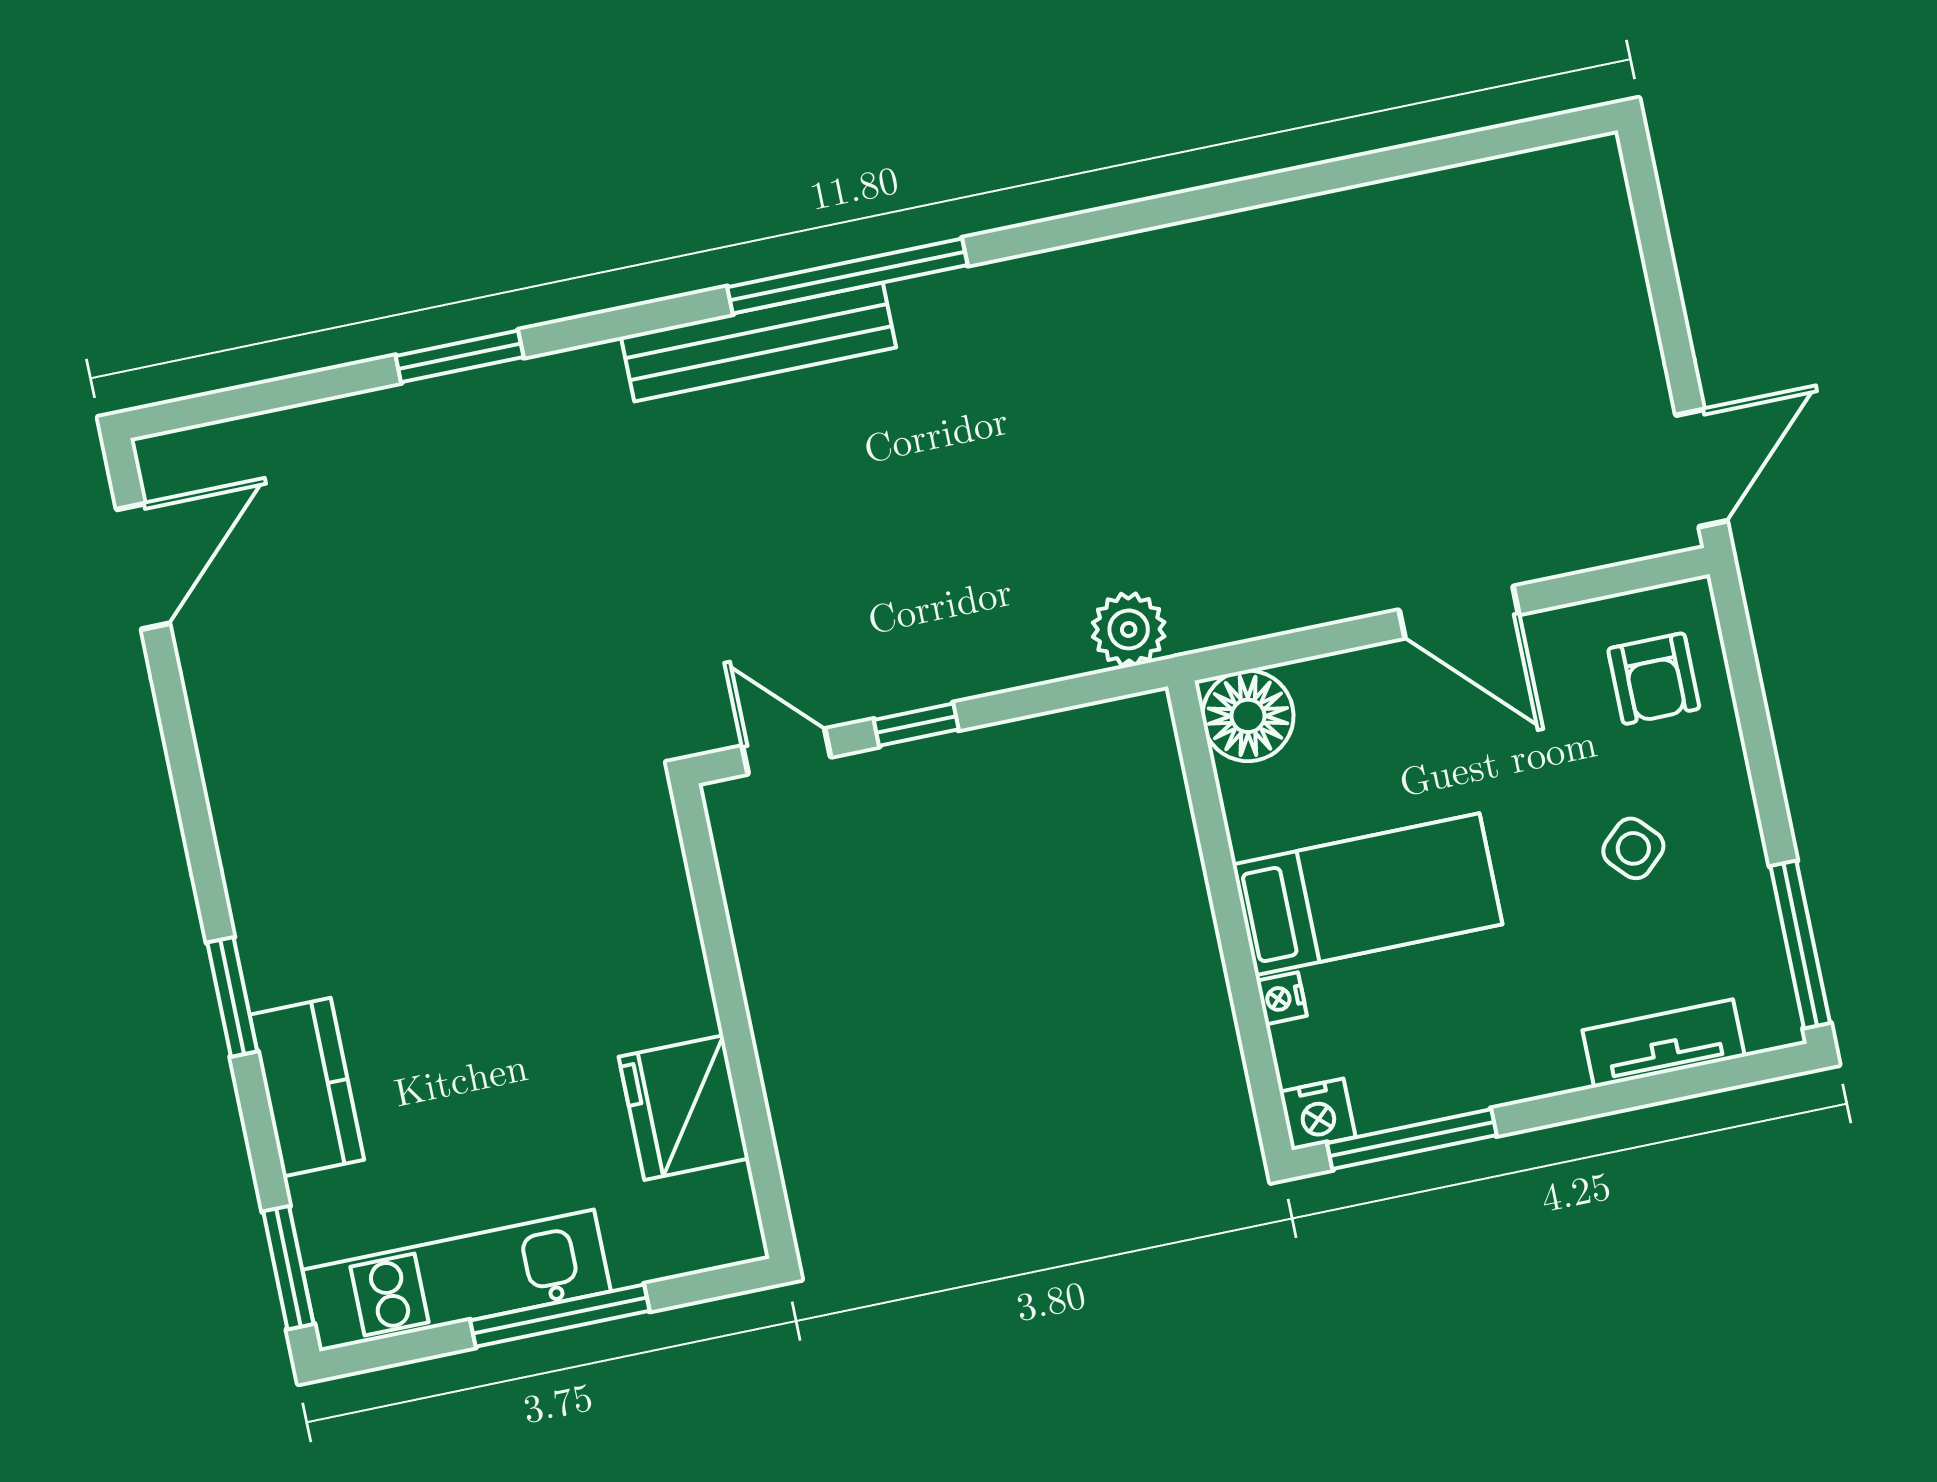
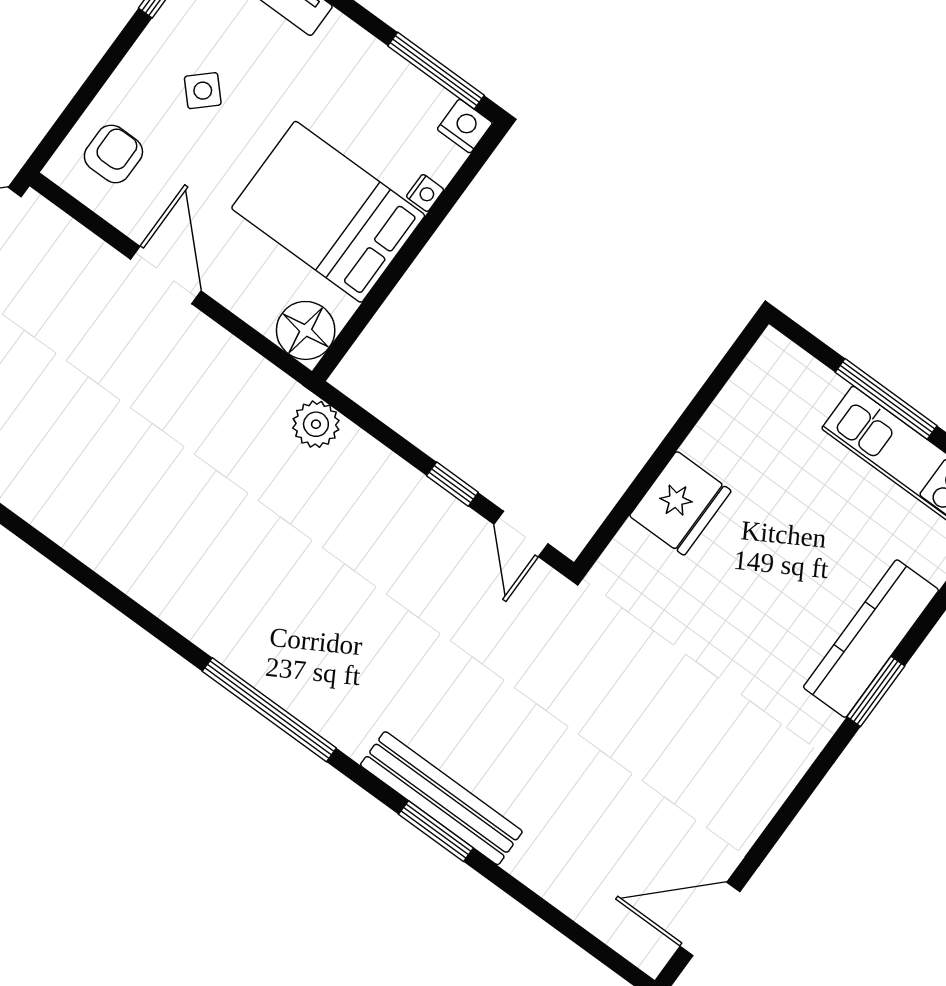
bench: (758, 342) -> (441, 798), moved
window: (460, 356) -> (436, 831), moved
bed: (1367, 894) -> (328, 212), width x1.50
kitchen counter: (307, 1087) -> (871, 639), width x1.50
fridge: (684, 1108) -> (680, 503), moved

